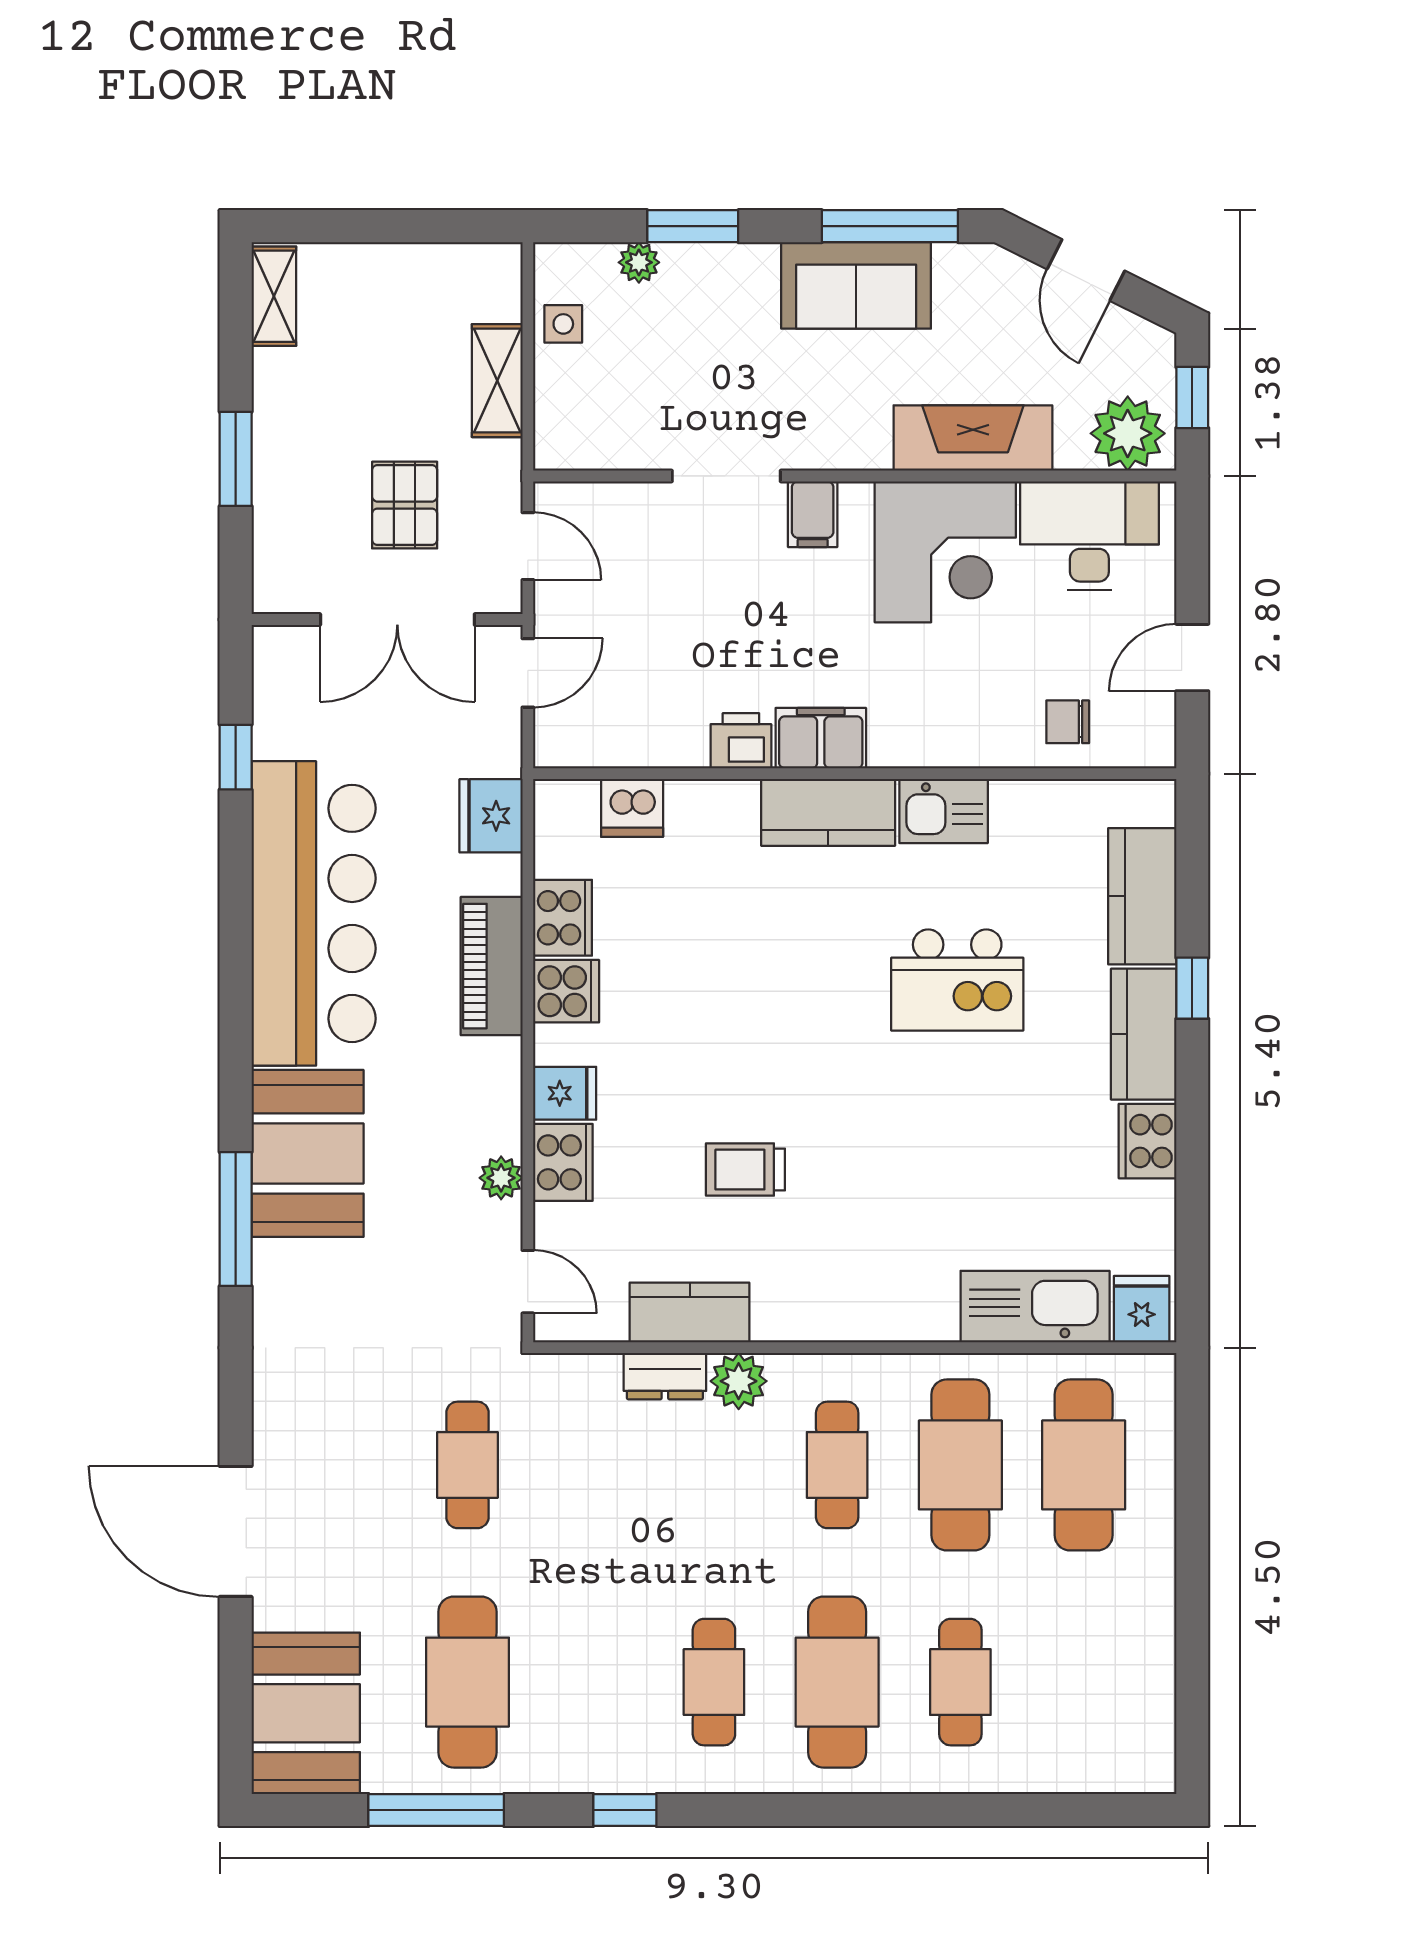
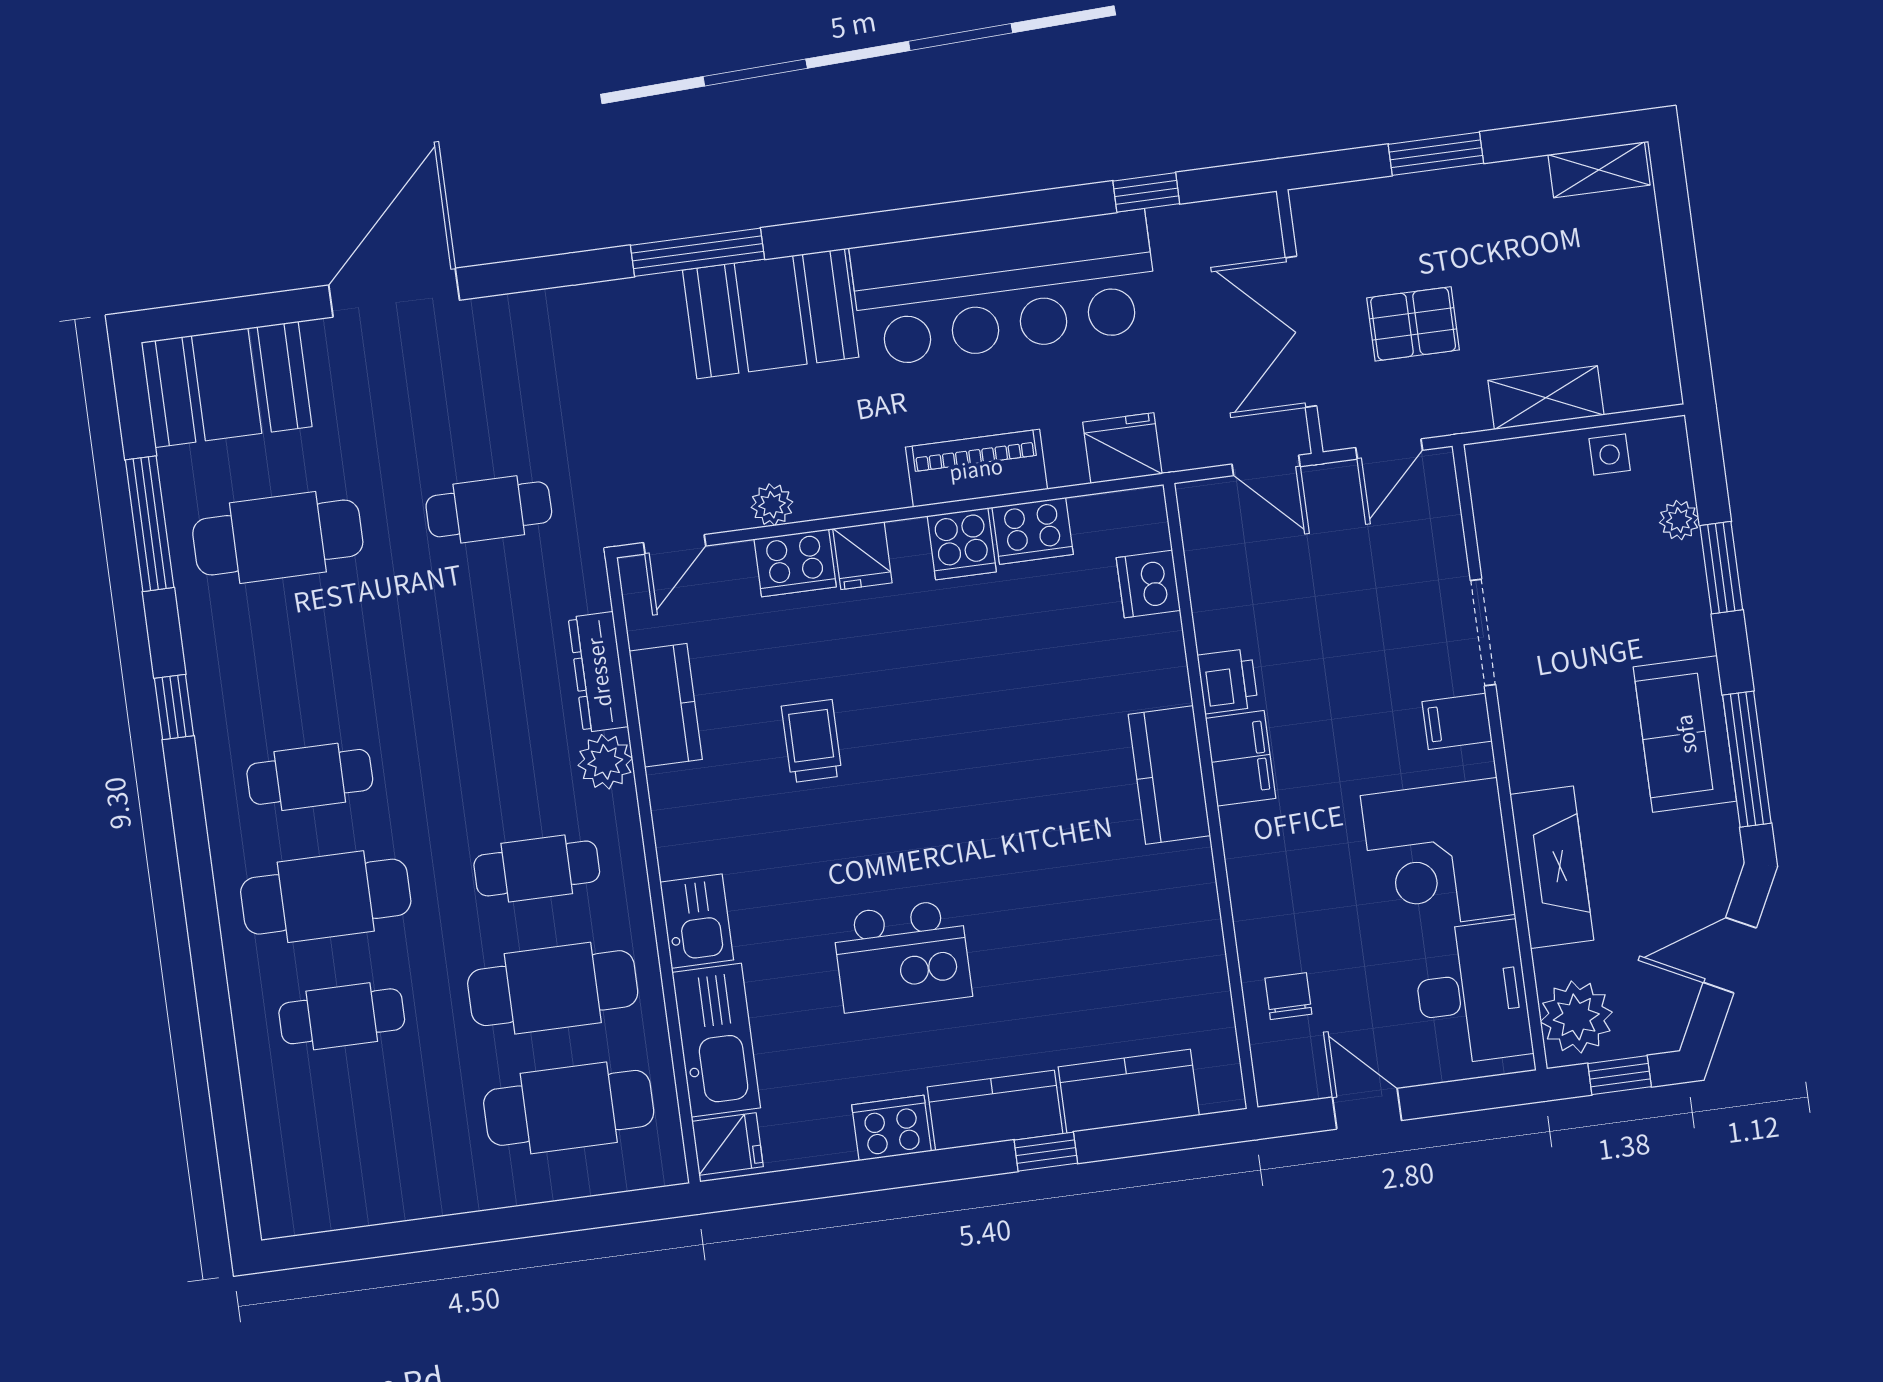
kitchen sink: (944, 811) -> (697, 921), moved, turned 180
kitchen island: (957, 980) -> (902, 956), moved, turned -90
dresser: (665, 1376) -> (598, 672), width x1.44

